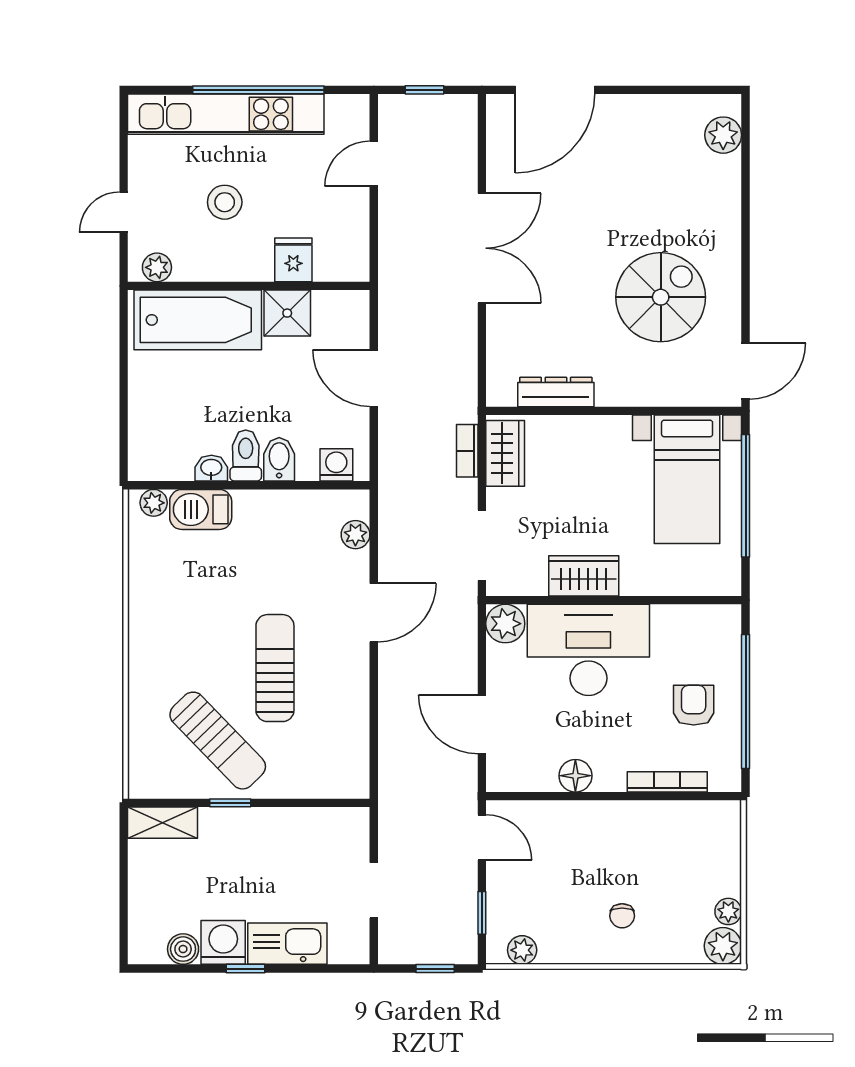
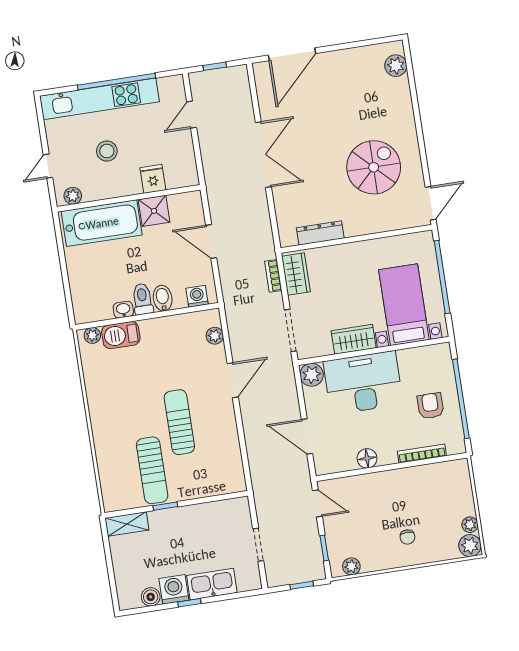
bed with nightstands: (687, 479) -> (404, 305), moved, turned 180
sun lounger: (218, 741) -> (152, 470), turned 44

